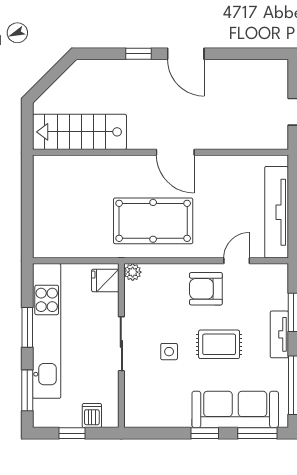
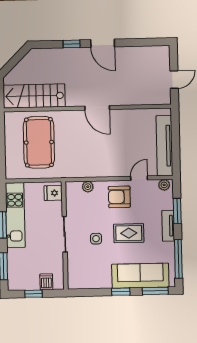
pool table: (153, 221) -> (39, 142), moved, turned 90
plant: (133, 272) -> (88, 187), moved
plant: (275, 272) -> (164, 185), added
kitchen unit: (47, 331) -> (15, 215), width x0.73

